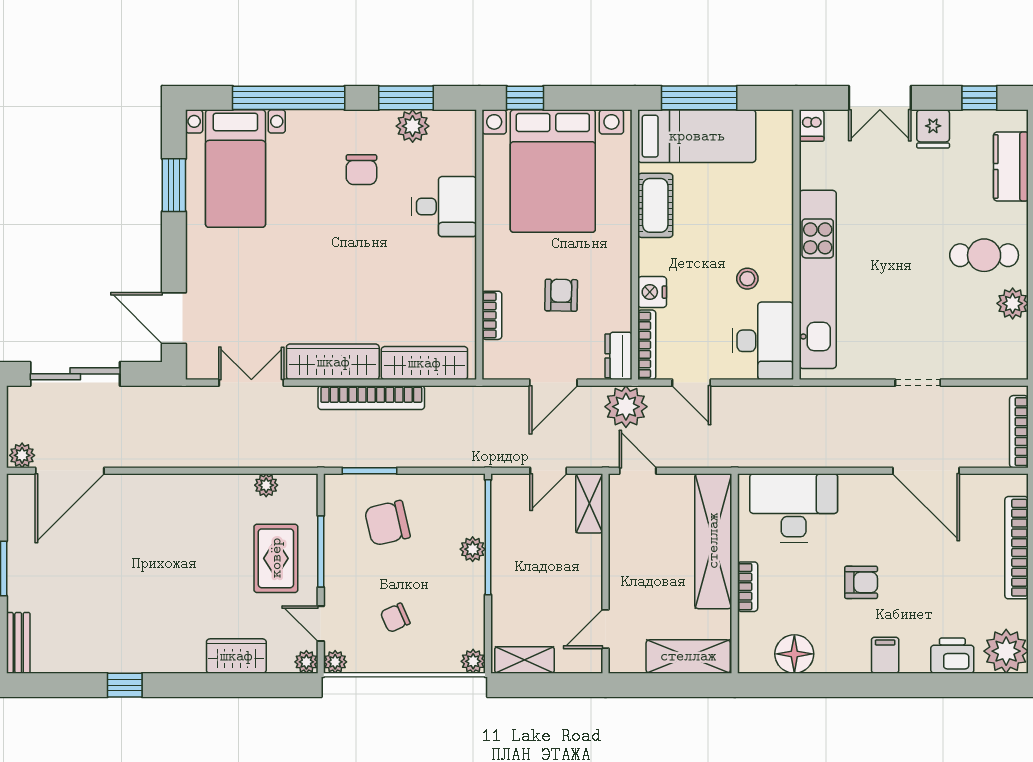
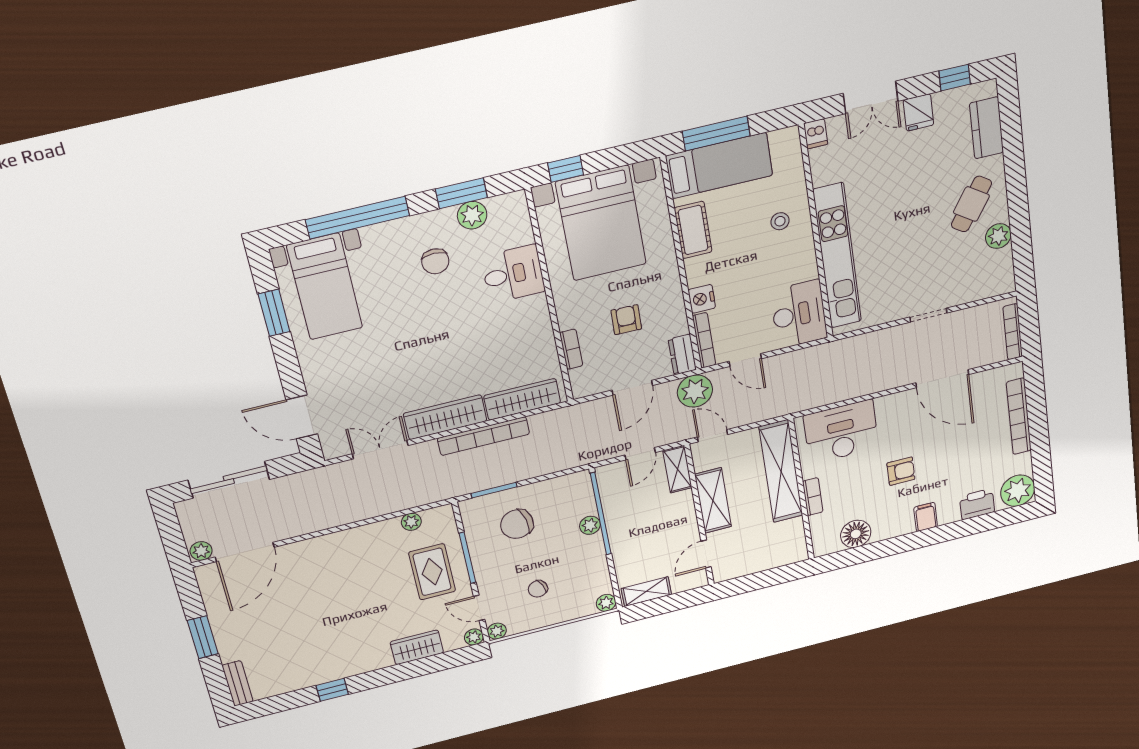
cafe table: (984, 255) -> (971, 204), turned -56
stool: (747, 279) -> (780, 221), moved
shelving: (688, 656) -> (713, 500), moved, turned 90

